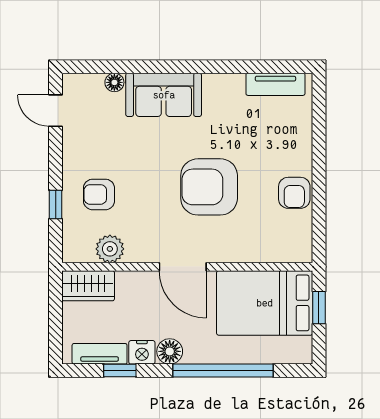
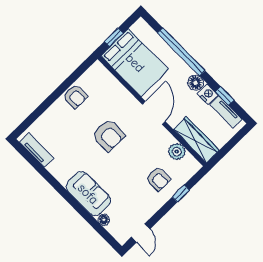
armchair: (209, 187) -> (109, 135), width x0.73, depth x0.73
armchair: (294, 193) -> (75, 96), turned 90
wardrobe: (88, 286) -> (196, 140), width x1.50

